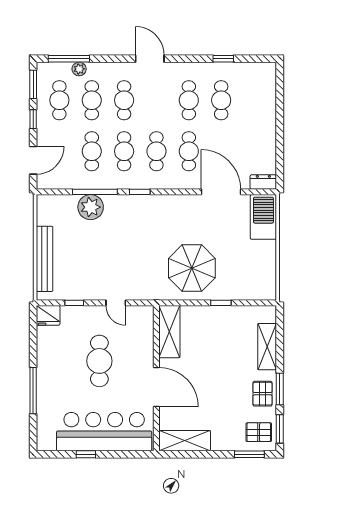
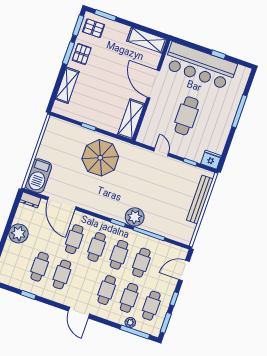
plant: (263, 134) -> (18, 233), added
plant: (91, 207) -> (135, 217), moved

